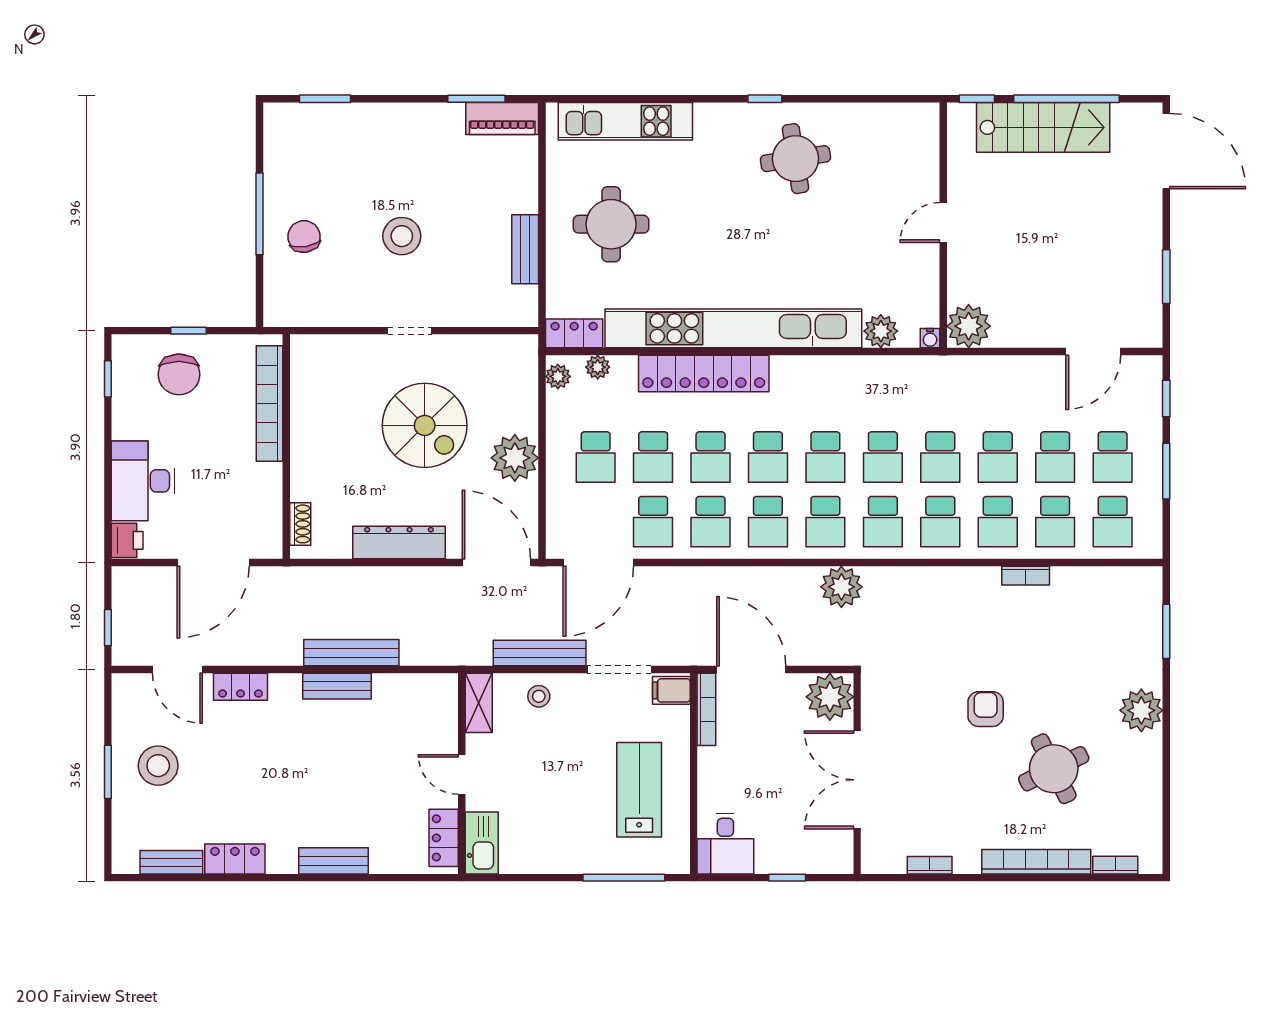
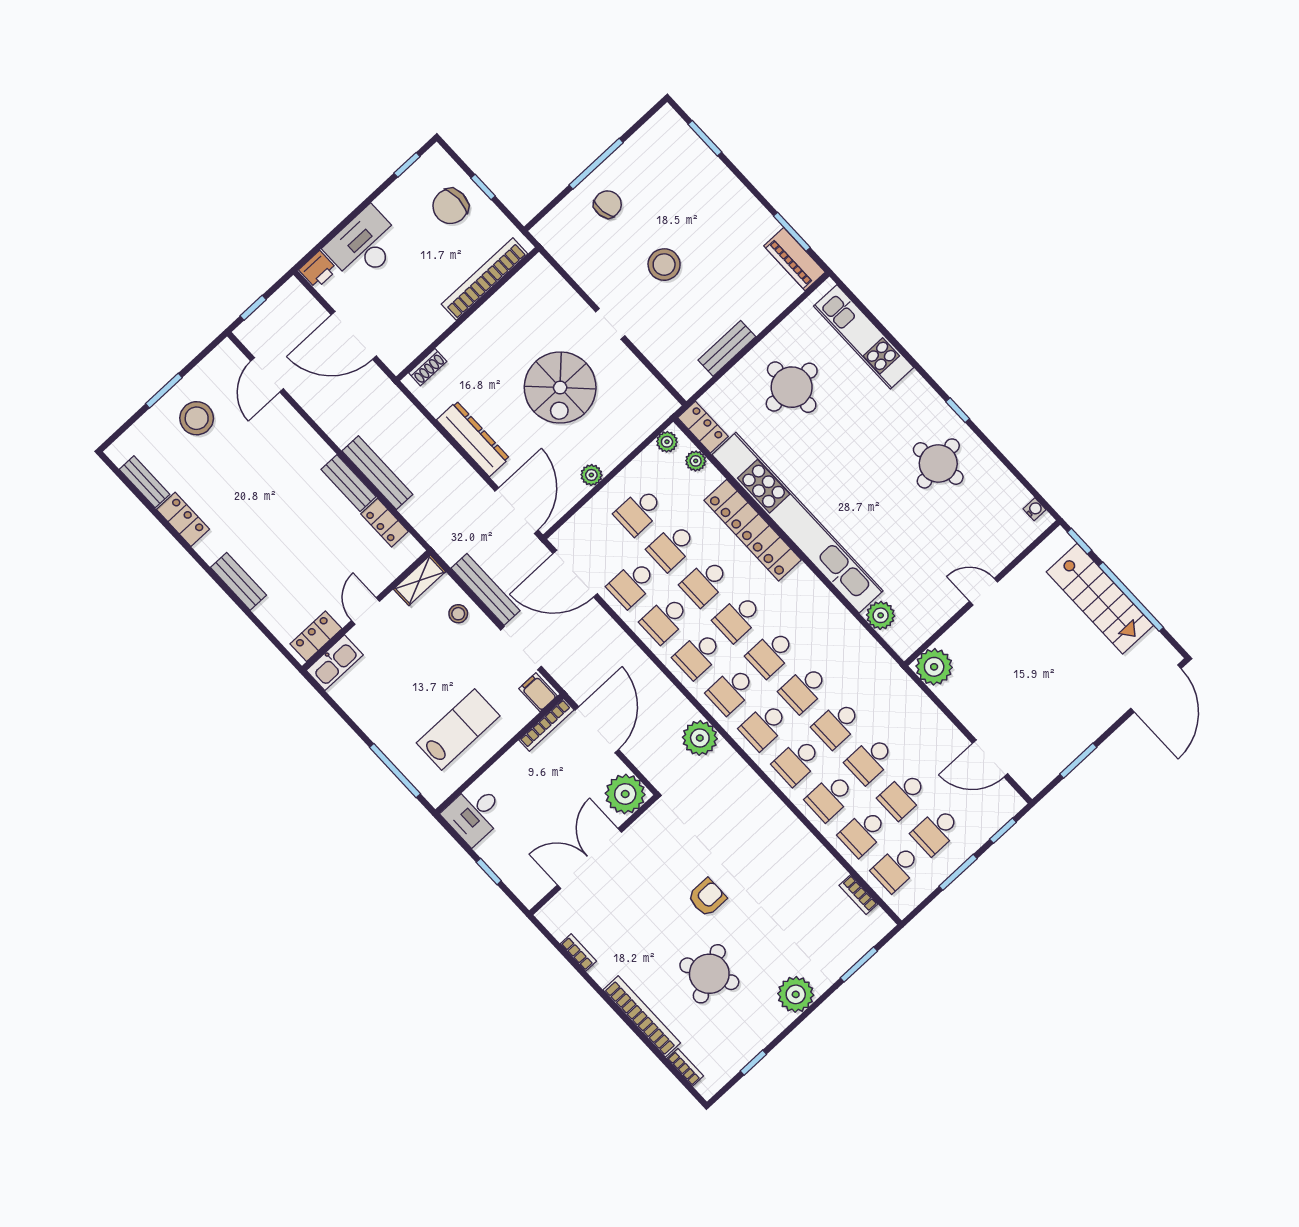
water cooler: (930, 338) -> (1034, 509), moved, turned 180
plant: (515, 458) -> (591, 475), width x0.53, depth x0.53
bookcase: (1026, 576) -> (858, 895), moved
locker: (241, 687) -> (385, 523), moved
window: (1166, 802) -> (753, 1063), added

